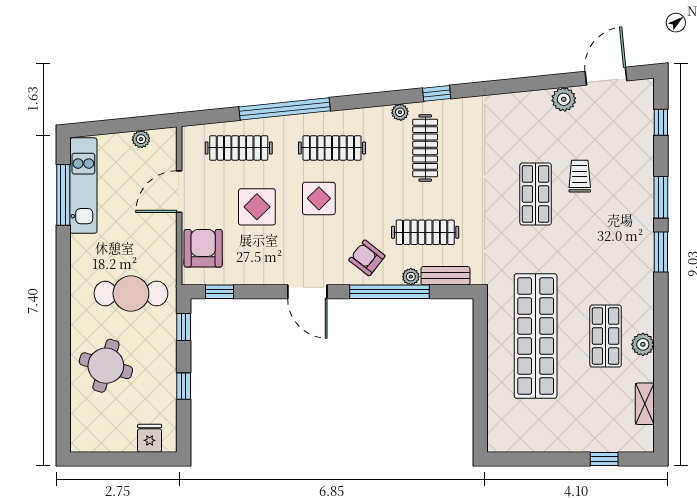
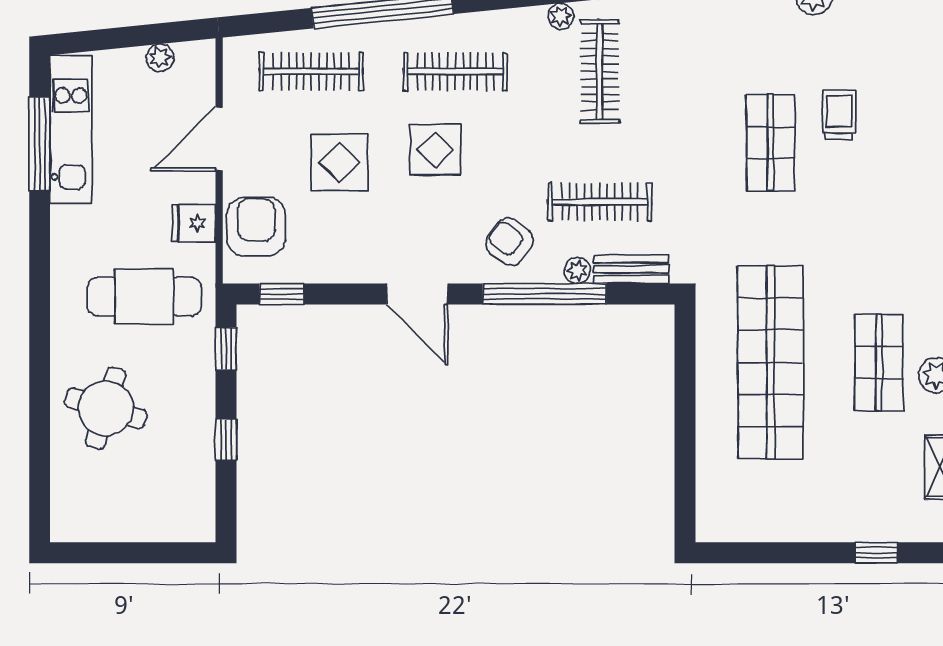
fridge: (150, 438) -> (194, 223), moved, turned -90

